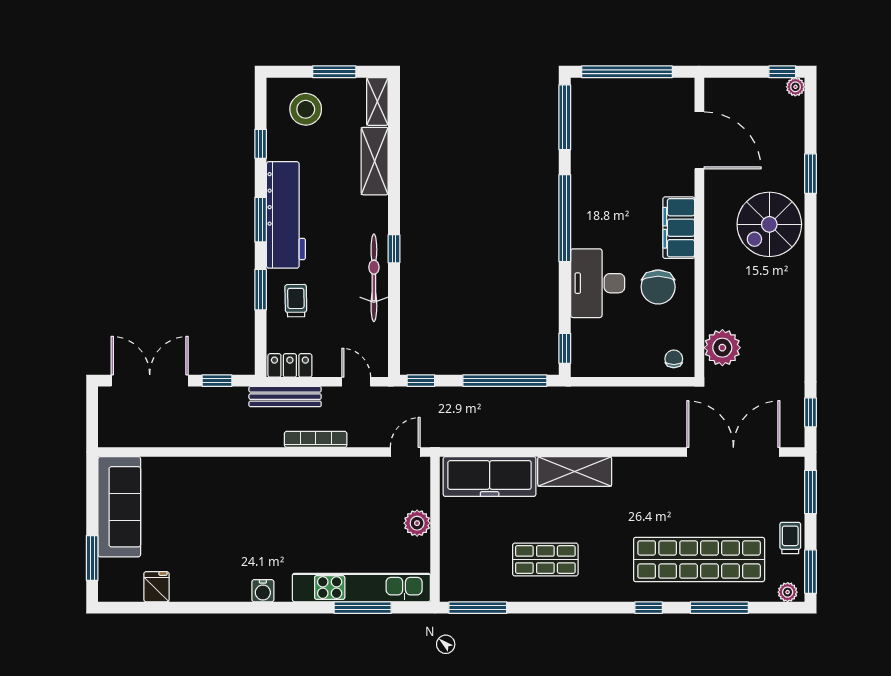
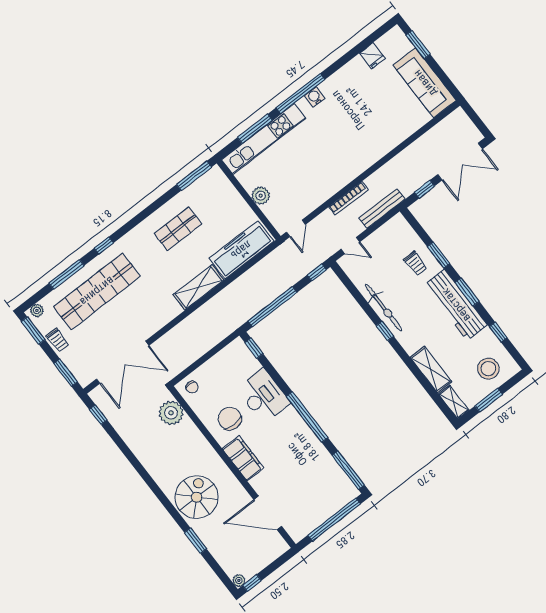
locker: (290, 365) -> (392, 227), removed
window: (276, 608) -> (300, 94), added

